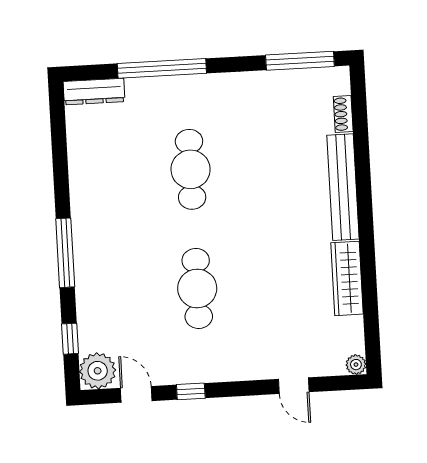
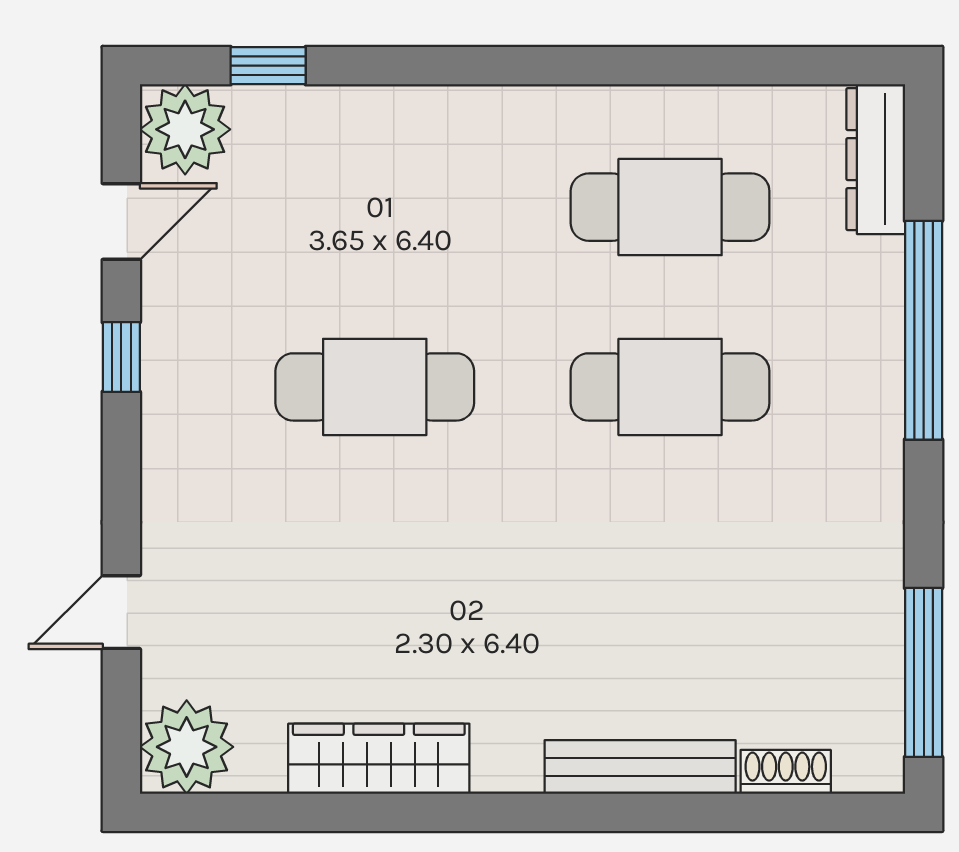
cafe table: (118, 173) -> (670, 207), added
bench: (343, 187) -> (640, 767), width x0.73, depth x0.82
window: (65, 253) -> (481, 66), removed
plant: (356, 365) -> (187, 747), width x1.88, depth x1.88

